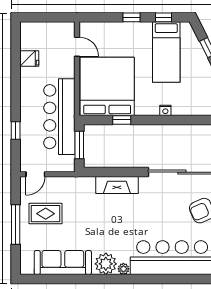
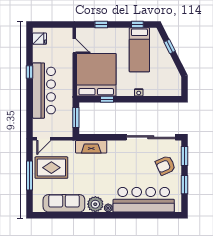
window: (132, 17) -> (101, 24), moved
fridge: (29, 58) -> (40, 39), moved
bar counter: (59, 117) -> (44, 91), moved, turned 180
window: (16, 131) -> (30, 72), moved
fireplace: (117, 185) -> (91, 147), moved
rug: (46, 214) -> (51, 168), width x1.36, depth x1.43

